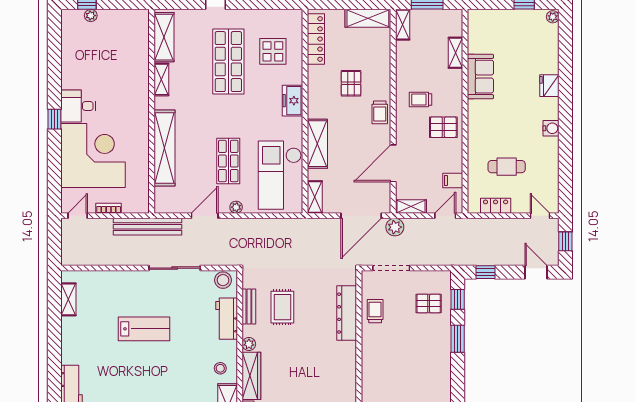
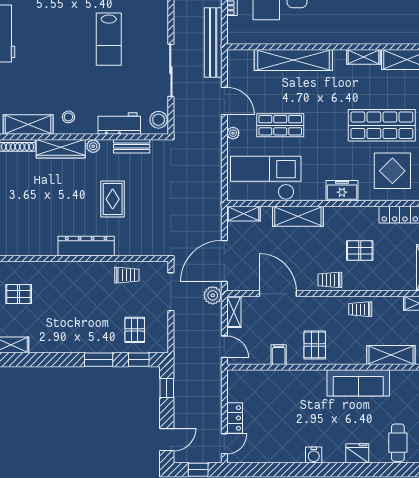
display table: (273, 51) -> (392, 171), width x1.36, depth x1.36
shelving: (456, 53) -> (391, 355), width x1.50, depth x1.33
sofa: (480, 77) -> (358, 383), width x1.36
trolley: (420, 100) -> (360, 309), moved, turned -90
cafe table: (507, 167) -> (398, 443), moved
filing cabinet: (453, 180) -> (279, 355), moved
locker: (496, 206) -> (235, 418), moved
door: (361, 216) -> (224, 261), hinge flipped
rug: (282, 307) -> (113, 199), moved, turned 90
dresser: (347, 313) -> (86, 246), moved

